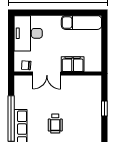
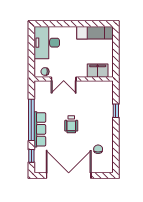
filing cabinet: (73, 64) -> (98, 71), moved

